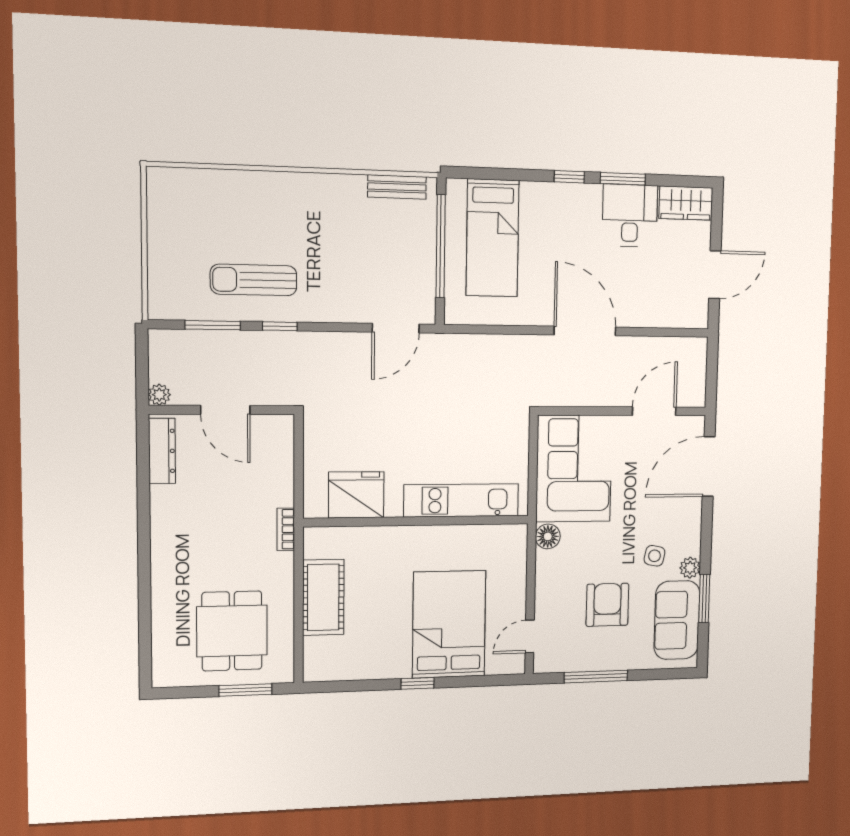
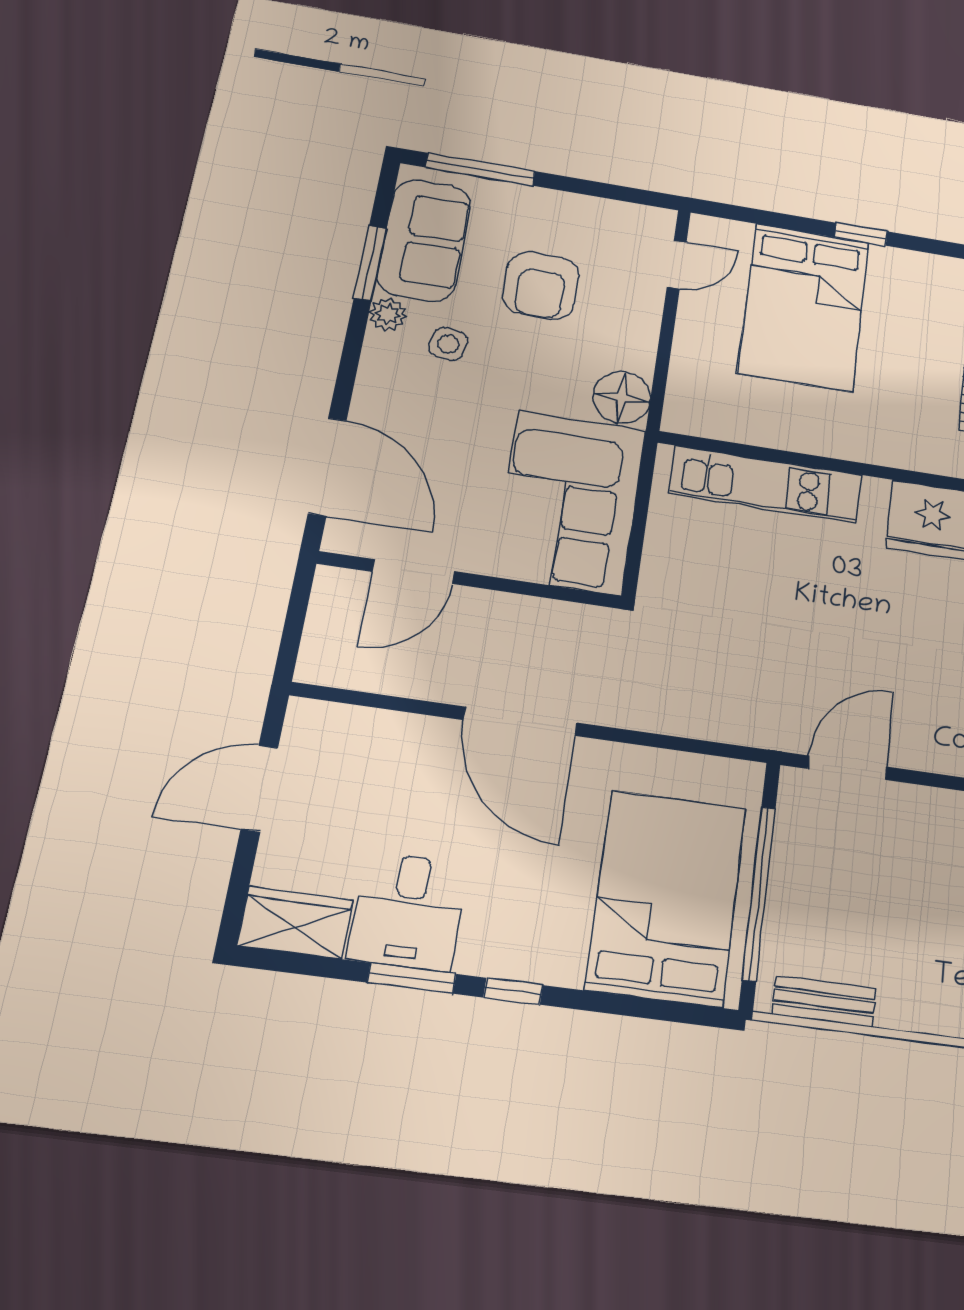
bed: (493, 238) -> (666, 898), width x1.50
door: (709, 467) -> (327, 467), hinge flipped
floor lamp: (548, 536) -> (622, 397), width x1.38, depth x1.38
window: (596, 677) -> (480, 169), moved

